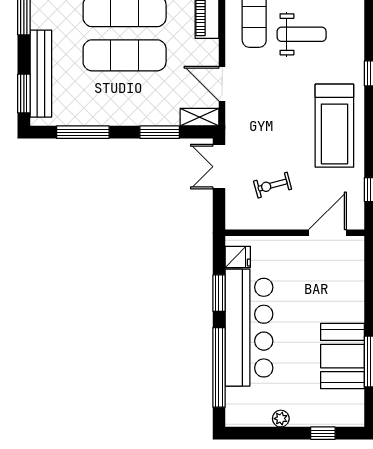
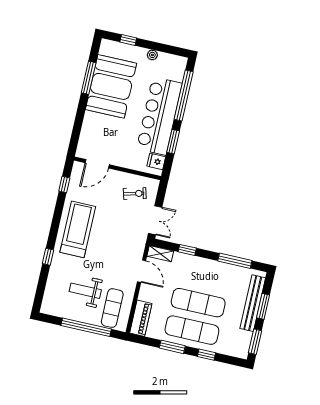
window: (24, 94) -> (263, 306), moved
window: (160, 132) -> (187, 250), width x0.67
exercise bike: (273, 185) -> (135, 194), moved
booth: (342, 356) -> (111, 86), width x1.36, depth x1.42

